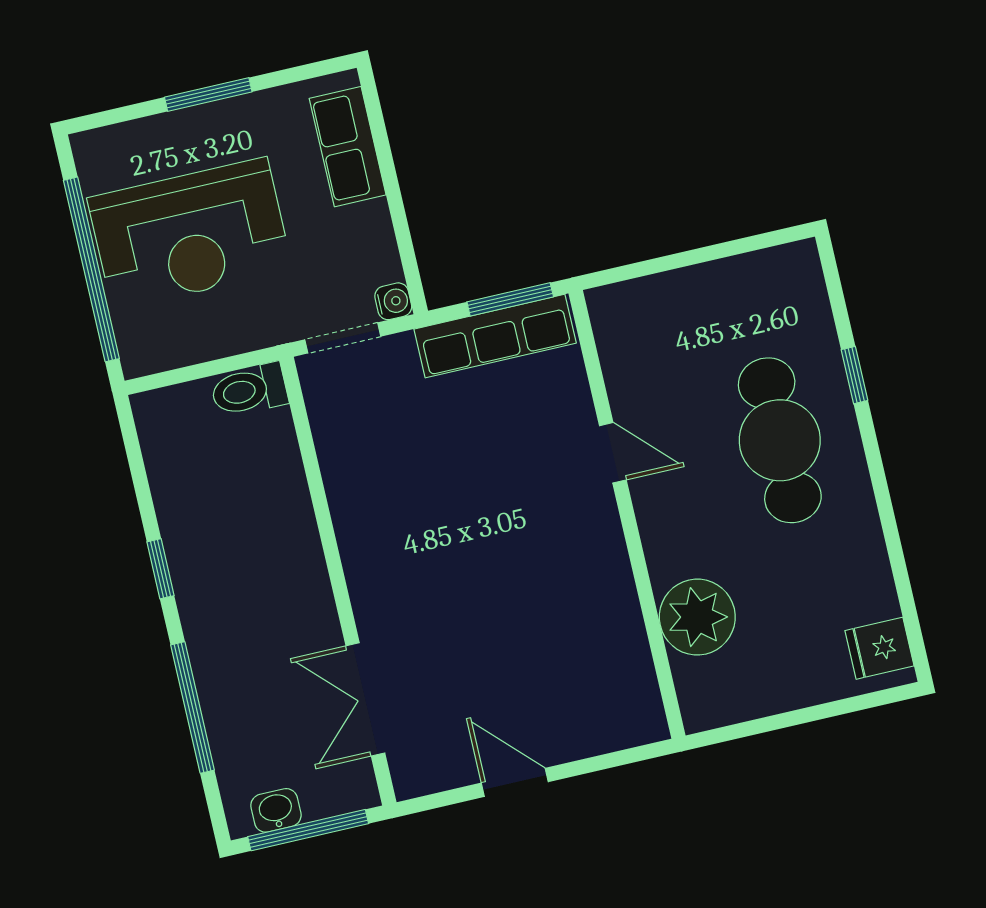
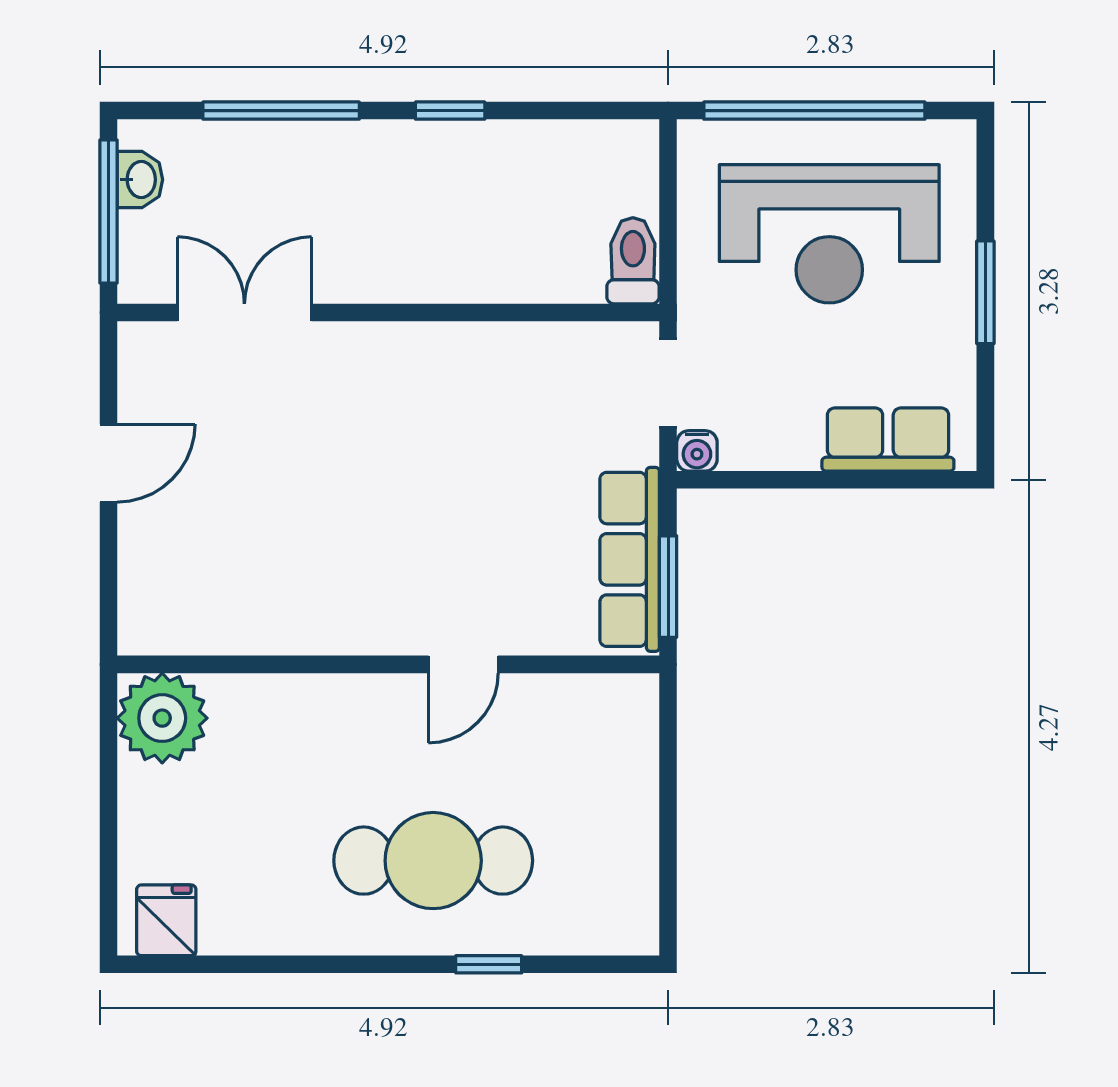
reception desk: (190, 234) -> (829, 234), turned -90
plant: (697, 617) -> (162, 718), moved

